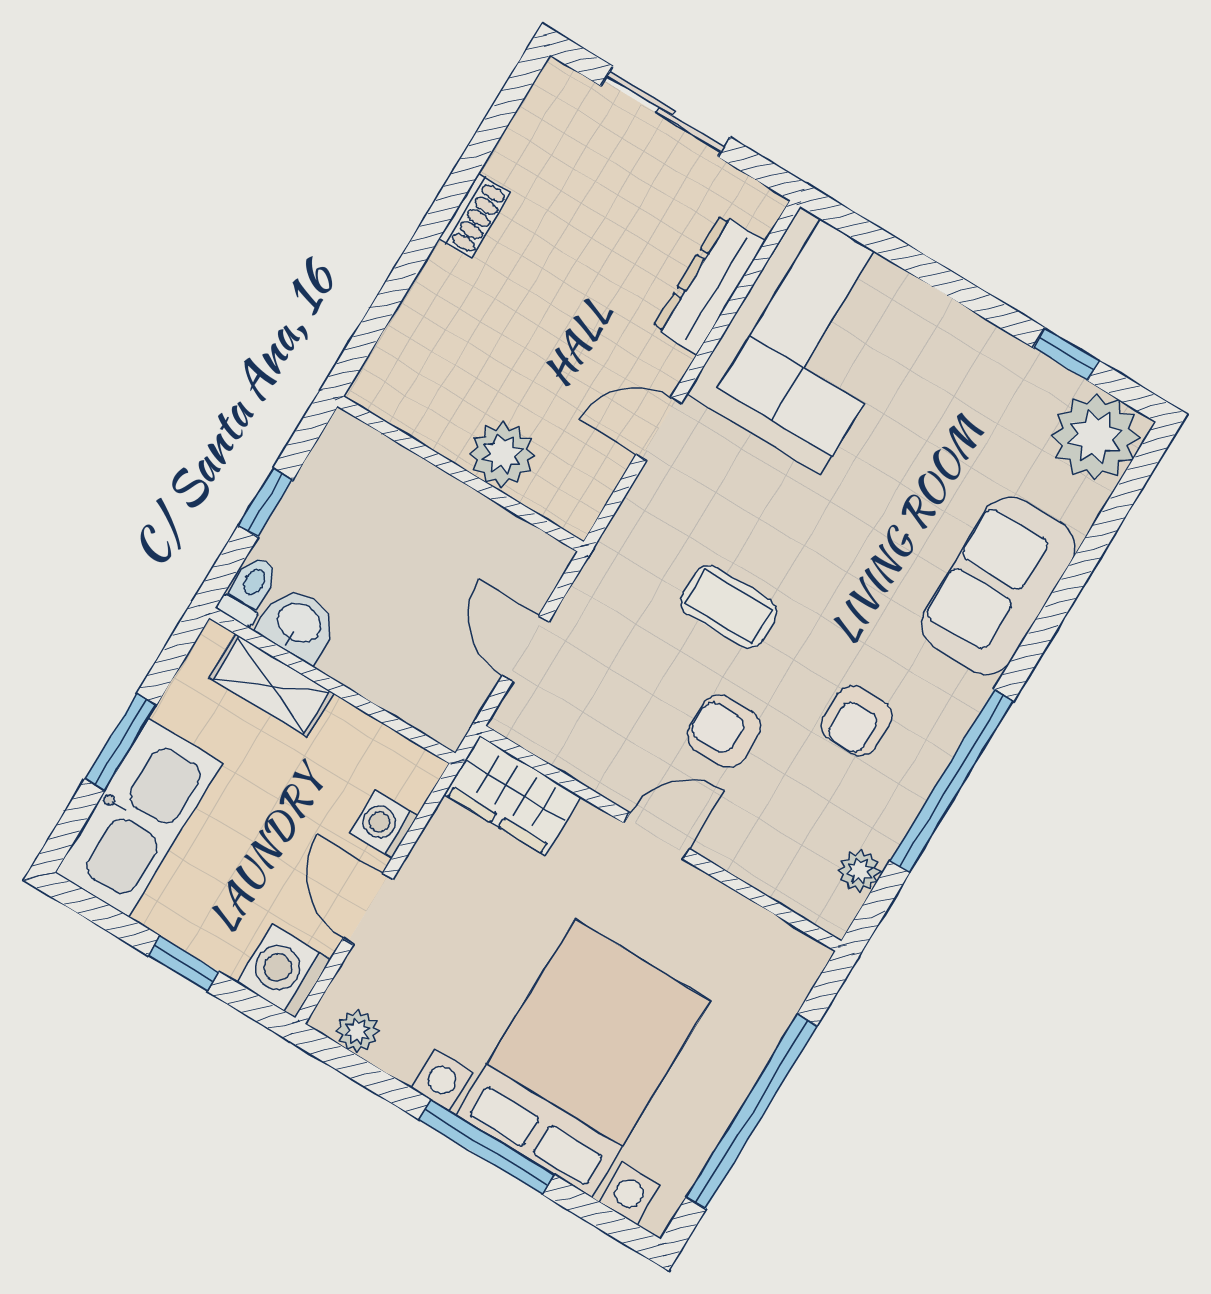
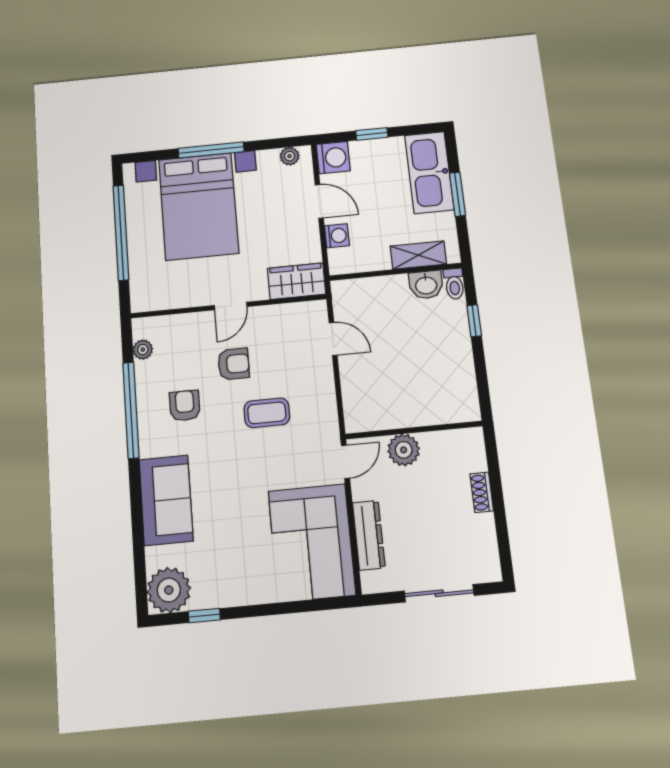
plant: (502, 454) -> (404, 450), moved
wall: (461, 474) -> (414, 430), moved

